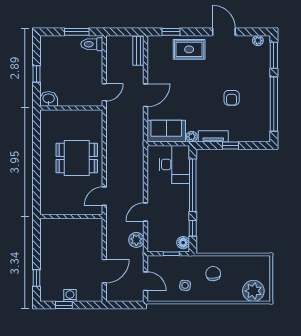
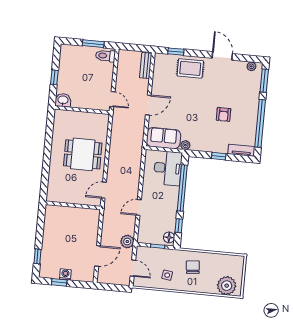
door: (104, 92) -> (112, 99), hinge flipped
tv unit: (213, 136) -> (241, 150), moved
plant: (136, 240) -> (127, 242), moved

